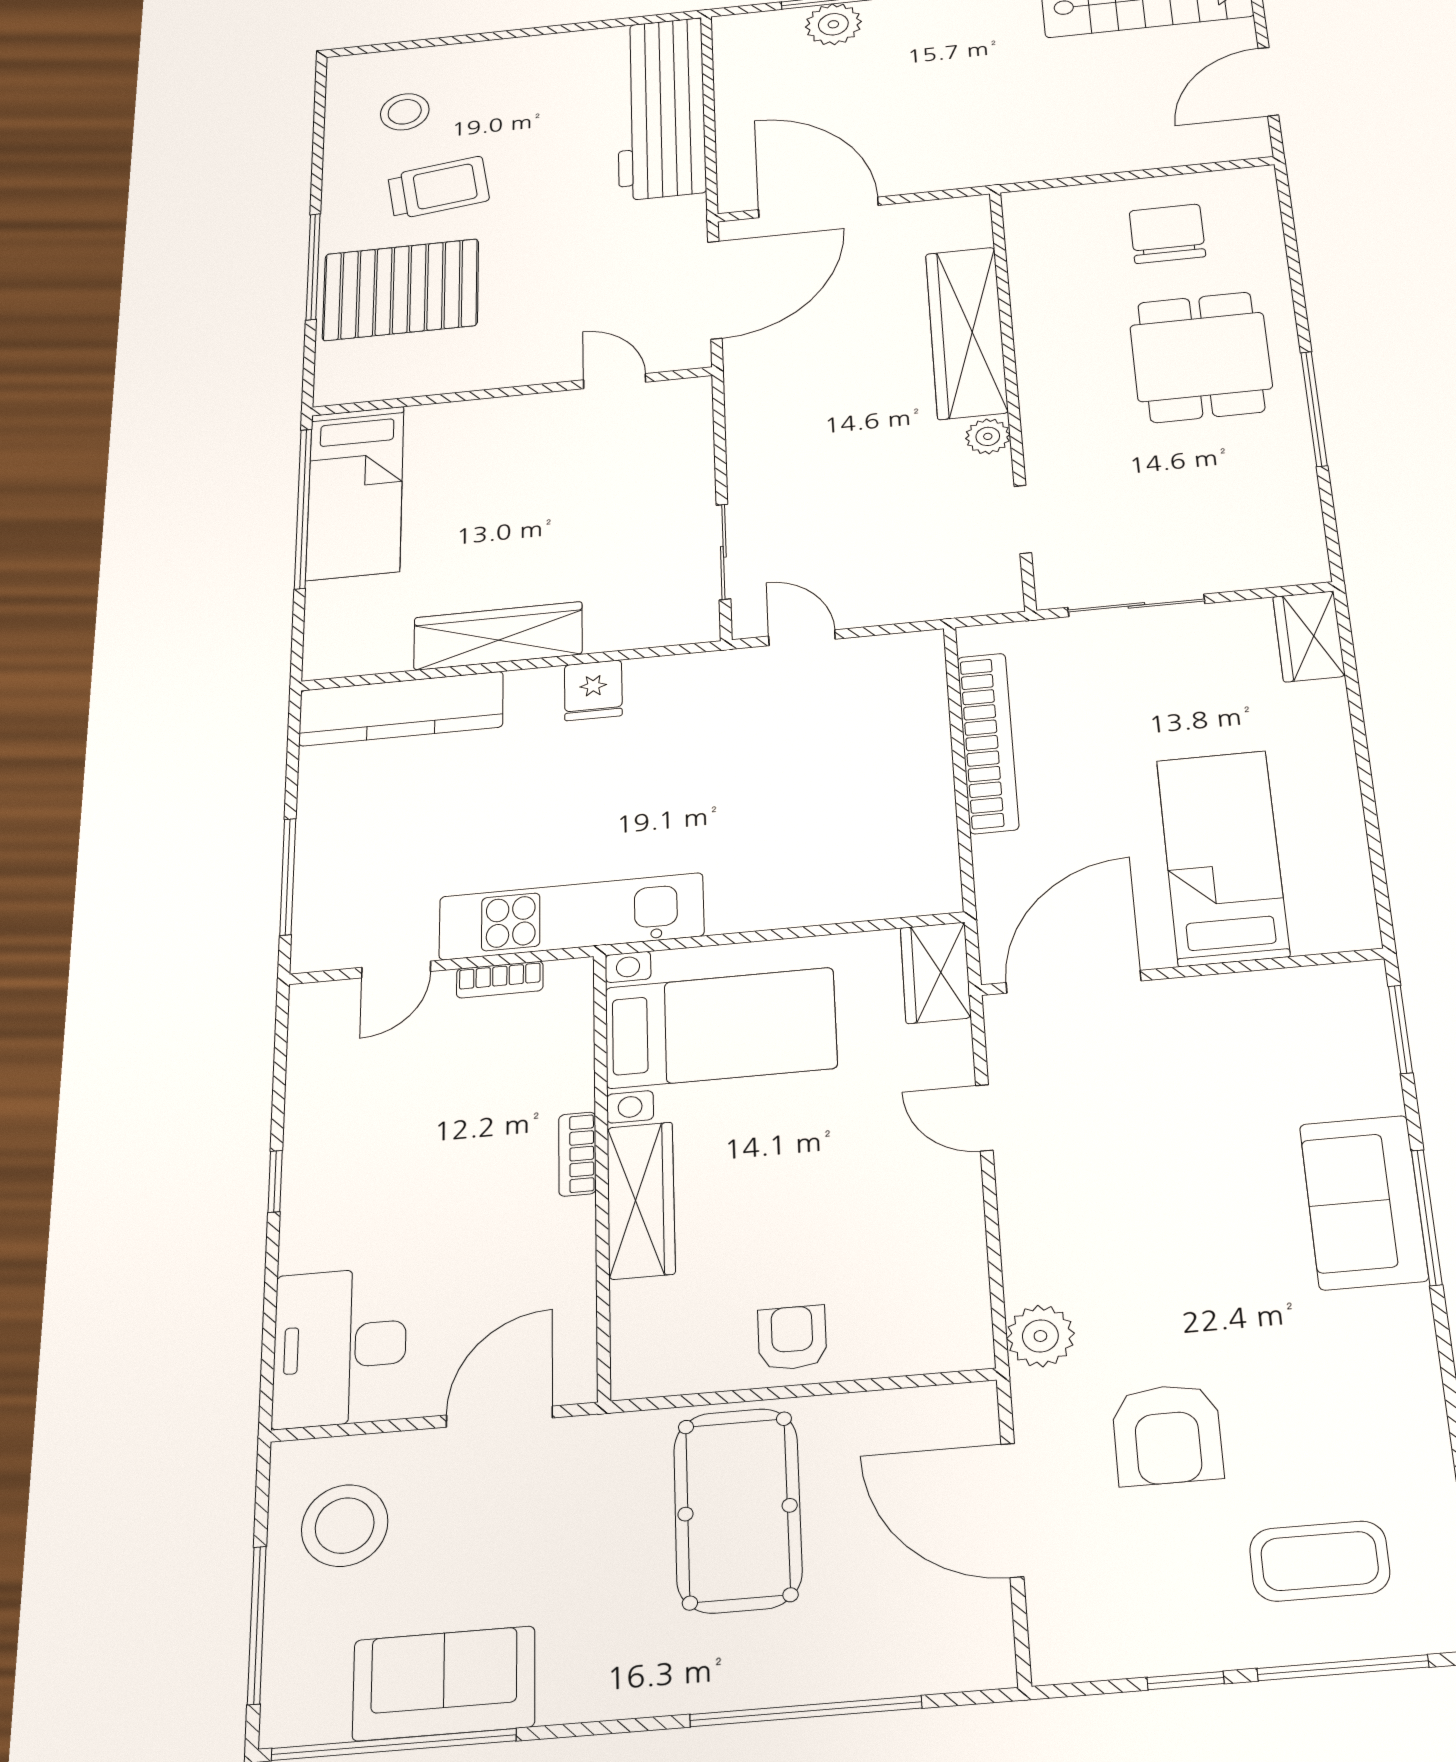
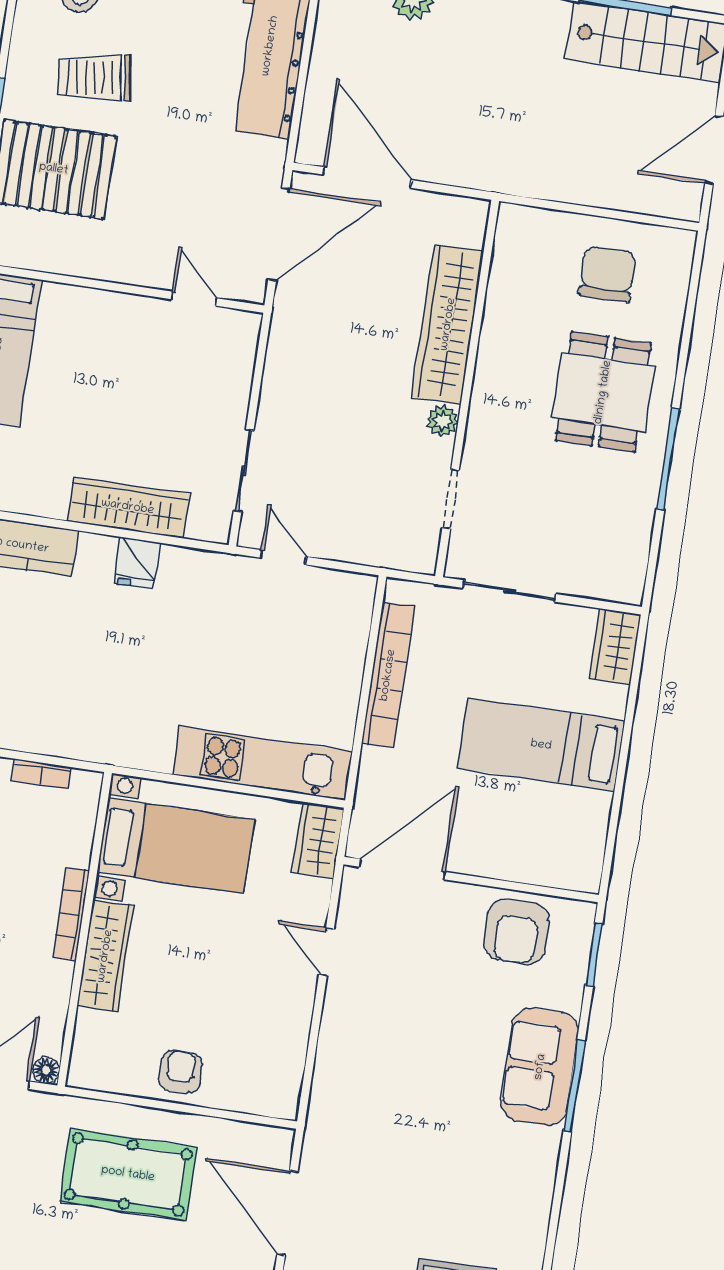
trolley: (439, 188) -> (95, 78), turned 180
wardrobe: (498, 636) -> (128, 507), moved
bed: (1222, 857) -> (541, 745), moved, turned -90
kitchen unit: (571, 916) -> (262, 763), moved
bookcase: (577, 1154) -> (71, 914), width x1.56
plant: (1040, 1336) -> (328, 1107), removed
floor lamp: (576, 1384) -> (46, 1070), added
armchair: (1167, 1434) -> (517, 932), moved
pool table: (738, 1510) -> (128, 1174), turned 90

